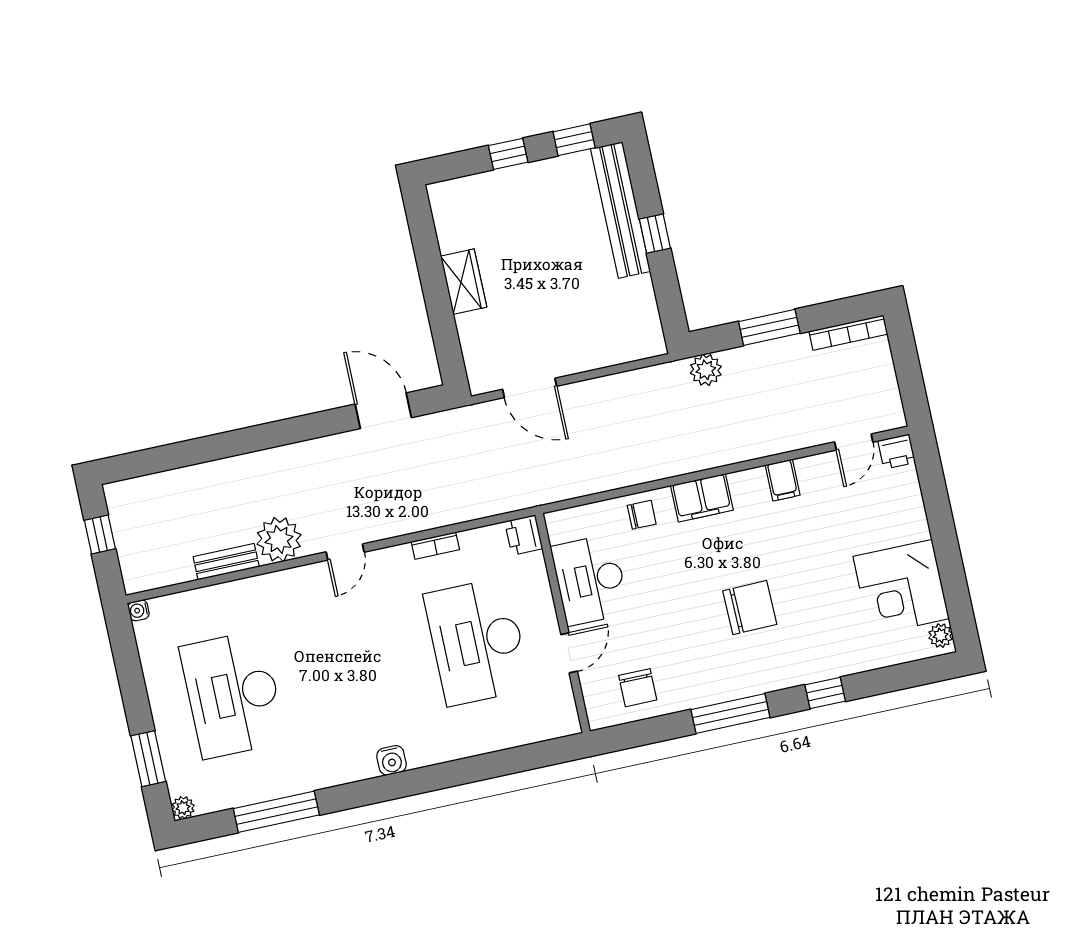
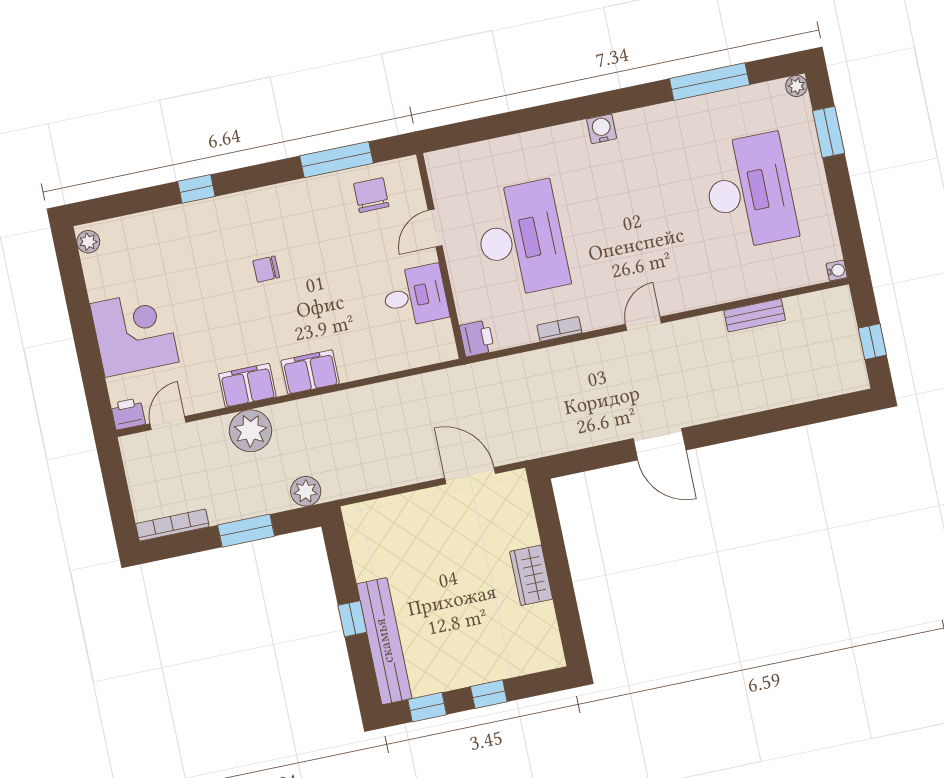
door: (383, 411) -> (660, 444), moved
filing cabinet: (783, 480) -> (247, 385), width x2.00
chair: (642, 515) -> (366, 357), removed
plant: (279, 539) -> (250, 431), moved
desk: (590, 580) -> (415, 296), width x0.73
corner desk: (901, 588) -> (134, 333), moved
chair: (750, 608) -> (266, 269), width x0.54, depth x0.54
window: (730, 713) -> (336, 160), moved

